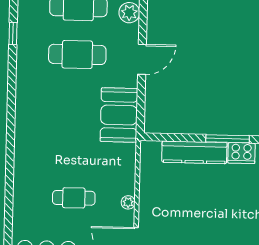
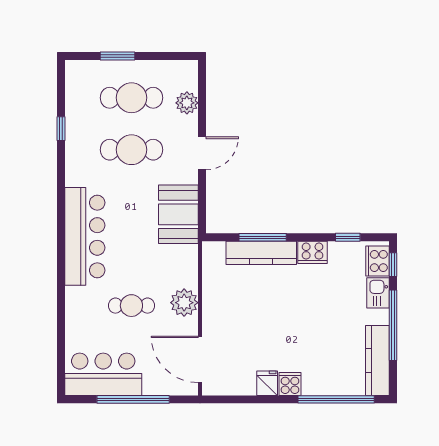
bar counter: (32, 133) -> (85, 236), added
window: (228, 139) -> (263, 237), moved
plant: (128, 202) -> (184, 303), width x1.87, depth x1.87

